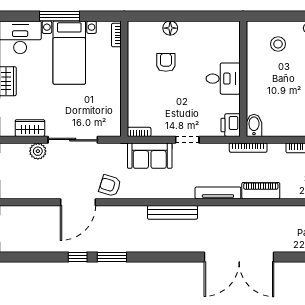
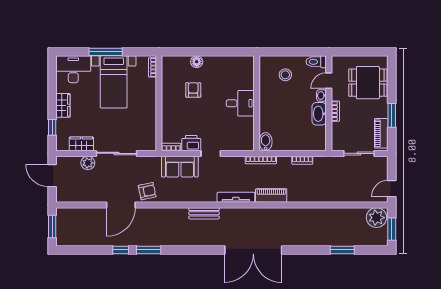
printer: (231, 125) -> (191, 143), moved, turned 90
armchair: (110, 185) -> (147, 191), turned 151
bench: (172, 212) -> (204, 213), width x0.73

